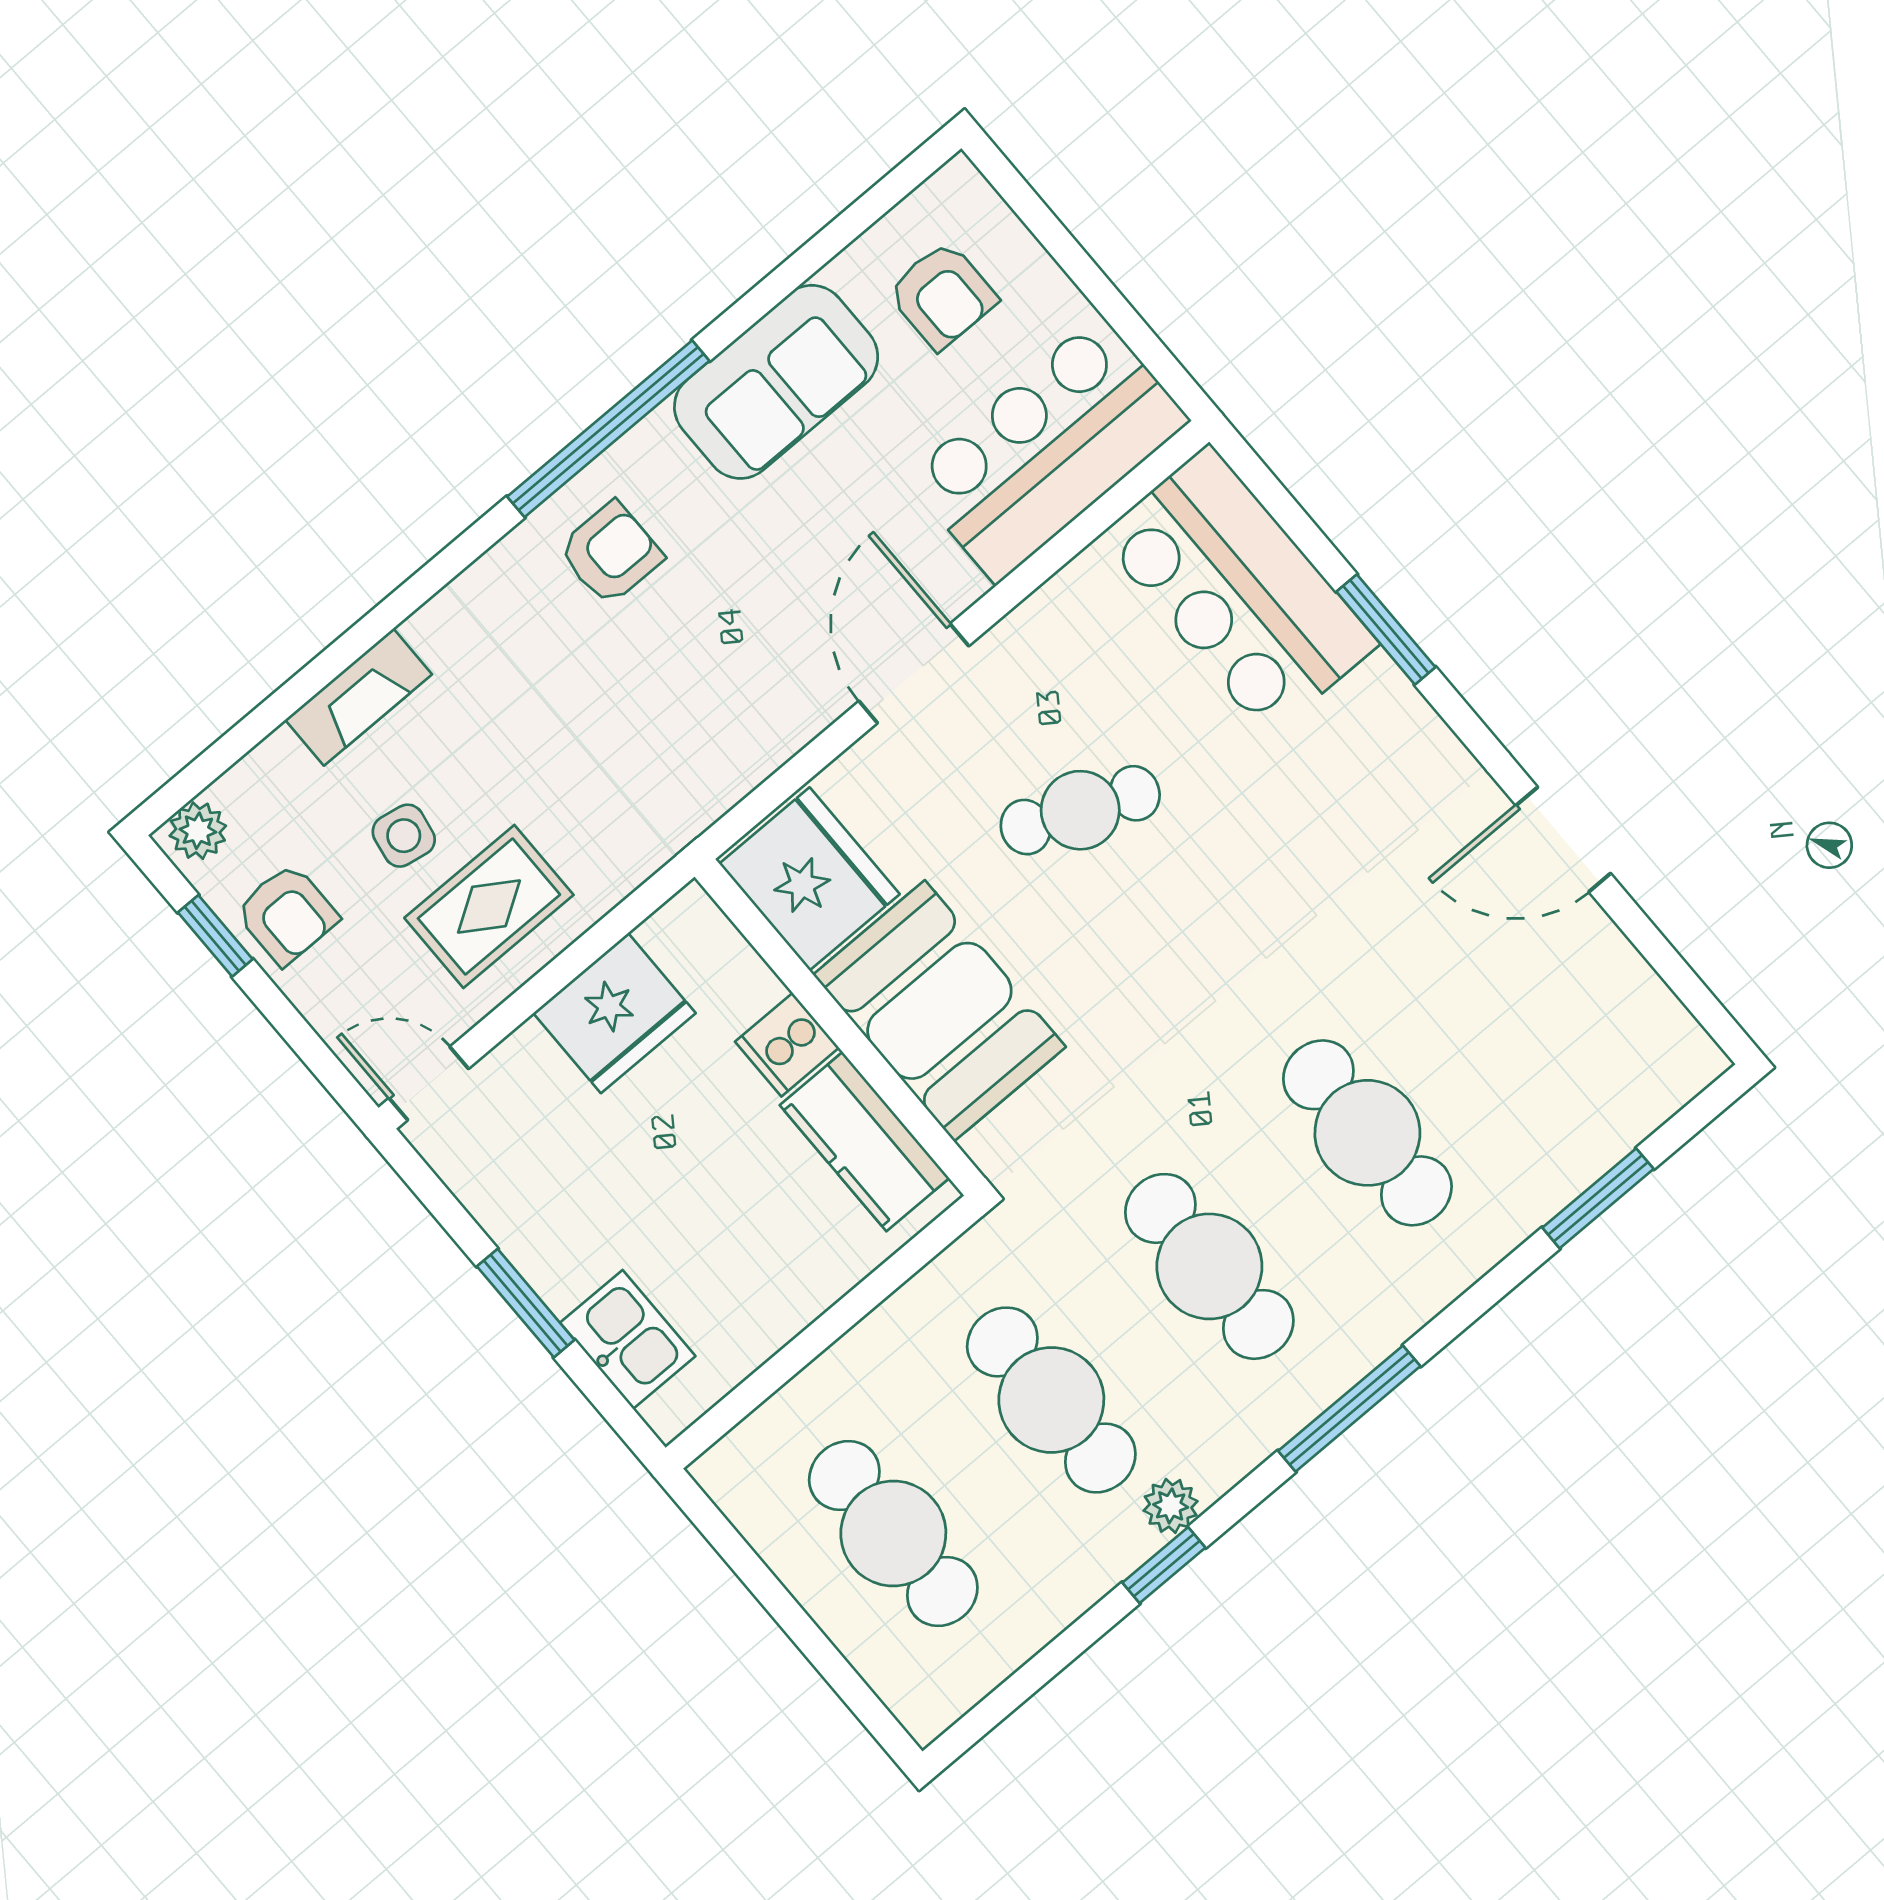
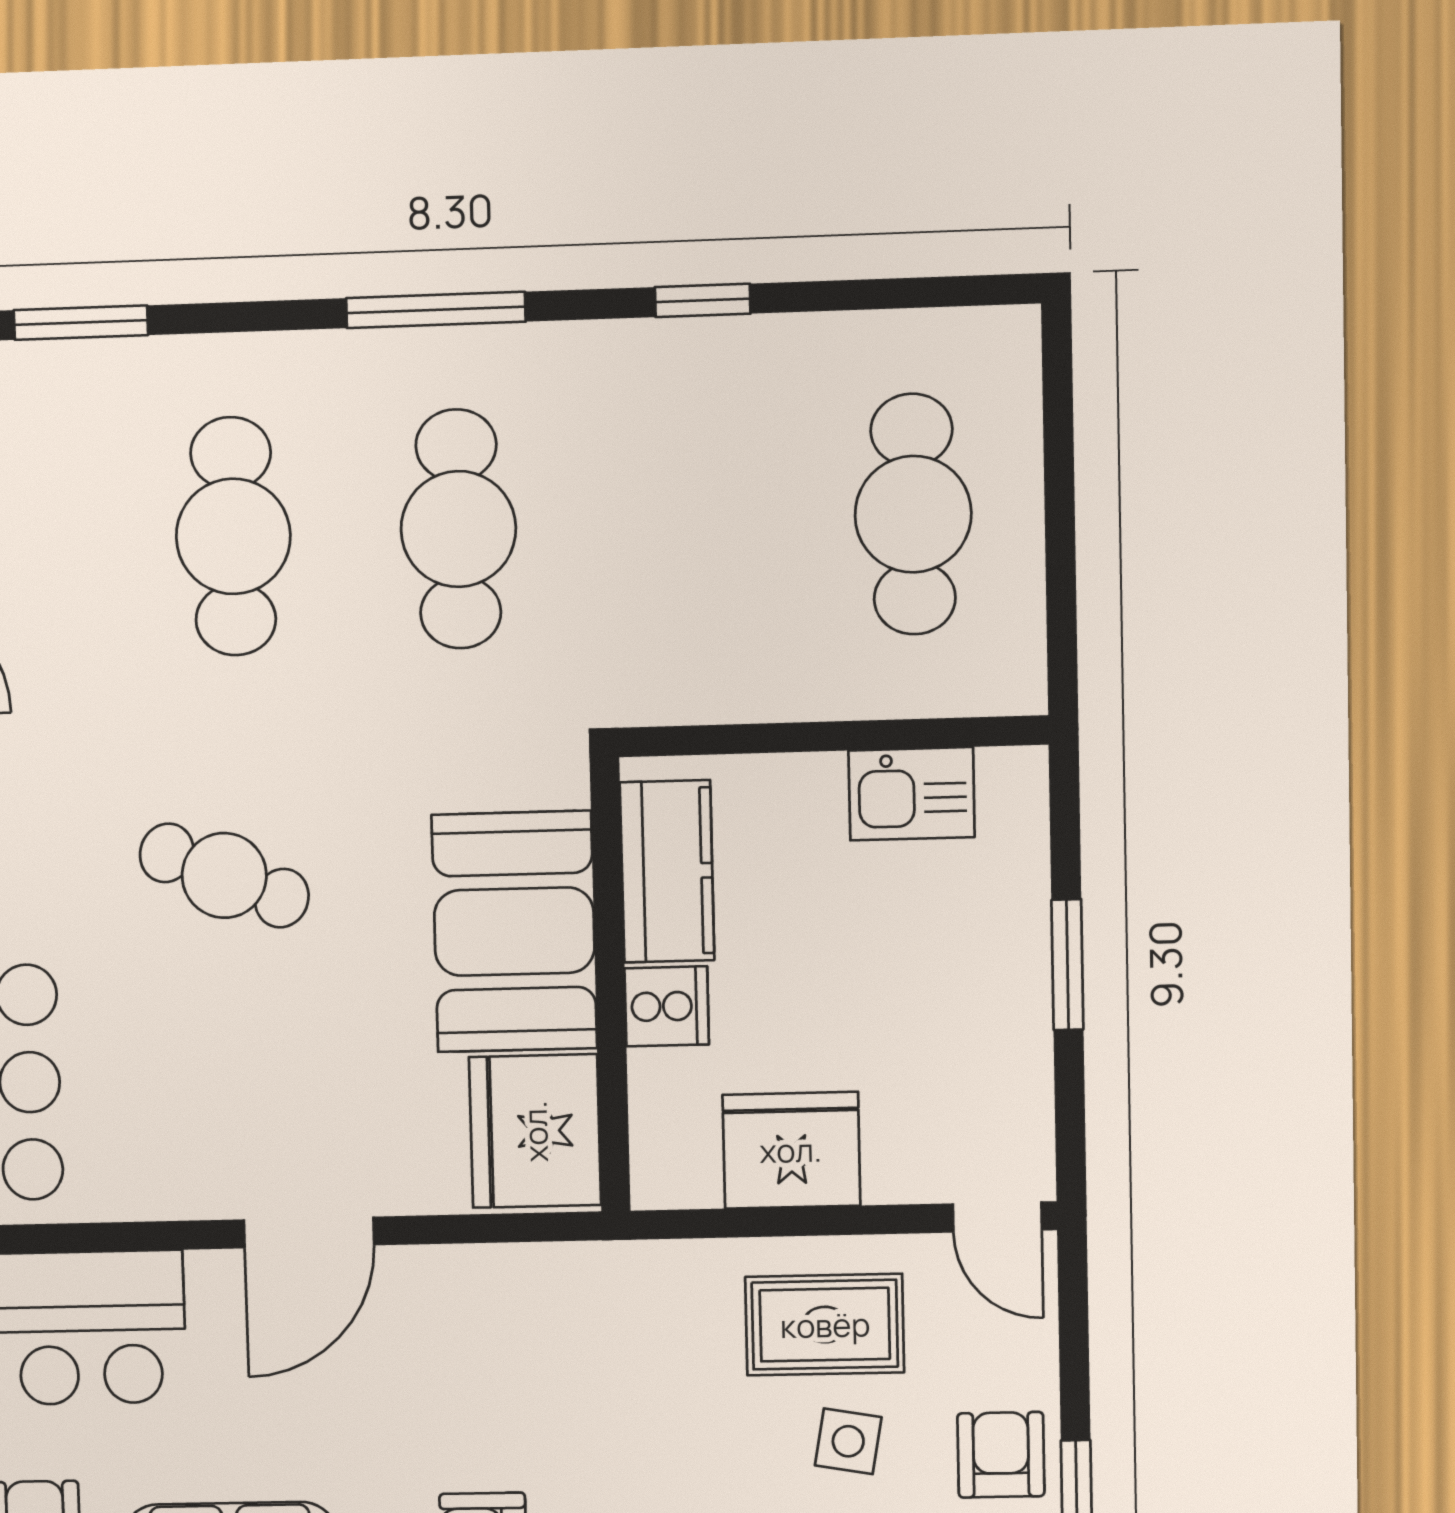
cafe table: (1080, 810) -> (224, 875), moved
kitchen sink: (628, 1339) -> (912, 794), moved, turned -90
cafe table: (1051, 1400) -> (685, 522), removed
plant: (1171, 1506) -> (656, 348), removed

